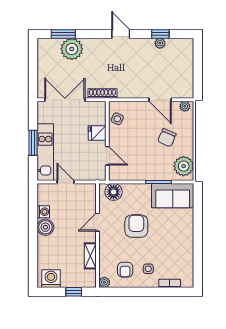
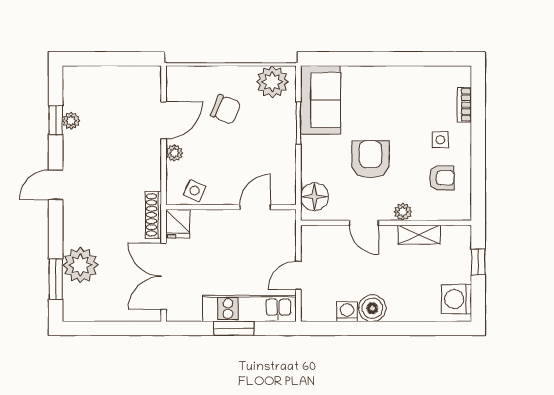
plant: (185, 106) -> (174, 153), moved
fridge: (97, 133) -> (178, 224), moved
armchair: (136, 226) -> (370, 159), turned 90
plant: (104, 282) -> (403, 212), moved

